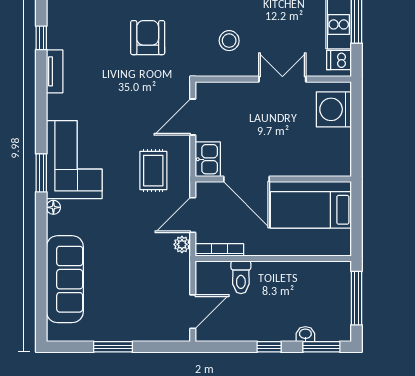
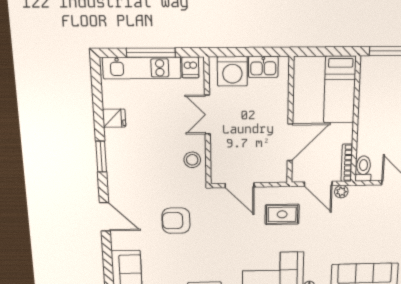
stool: (229, 41) -> (192, 160), moved
kitchen sink: (208, 159) -> (263, 67), moved, turned 180
bed: (311, 210) -> (340, 90), moved
toilet: (241, 277) -> (363, 169), moved, turned -90

